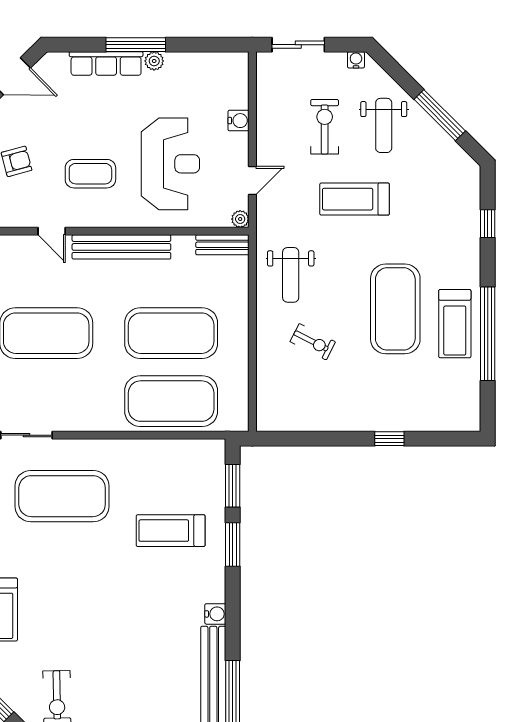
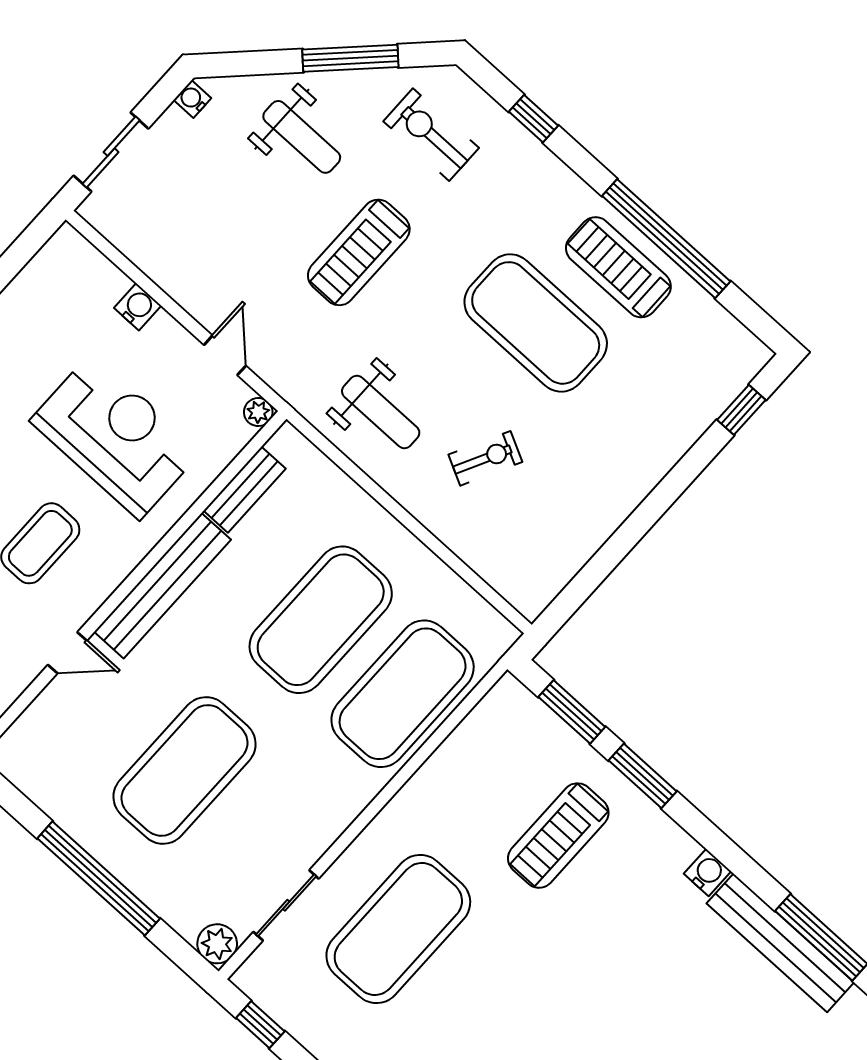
exercise bike: (325, 127) -> (431, 135), moved
bench: (222, 245) -> (245, 490), moved
treadmill: (455, 324) -> (618, 267), turned 180
window: (389, 439) -> (741, 410), moved

